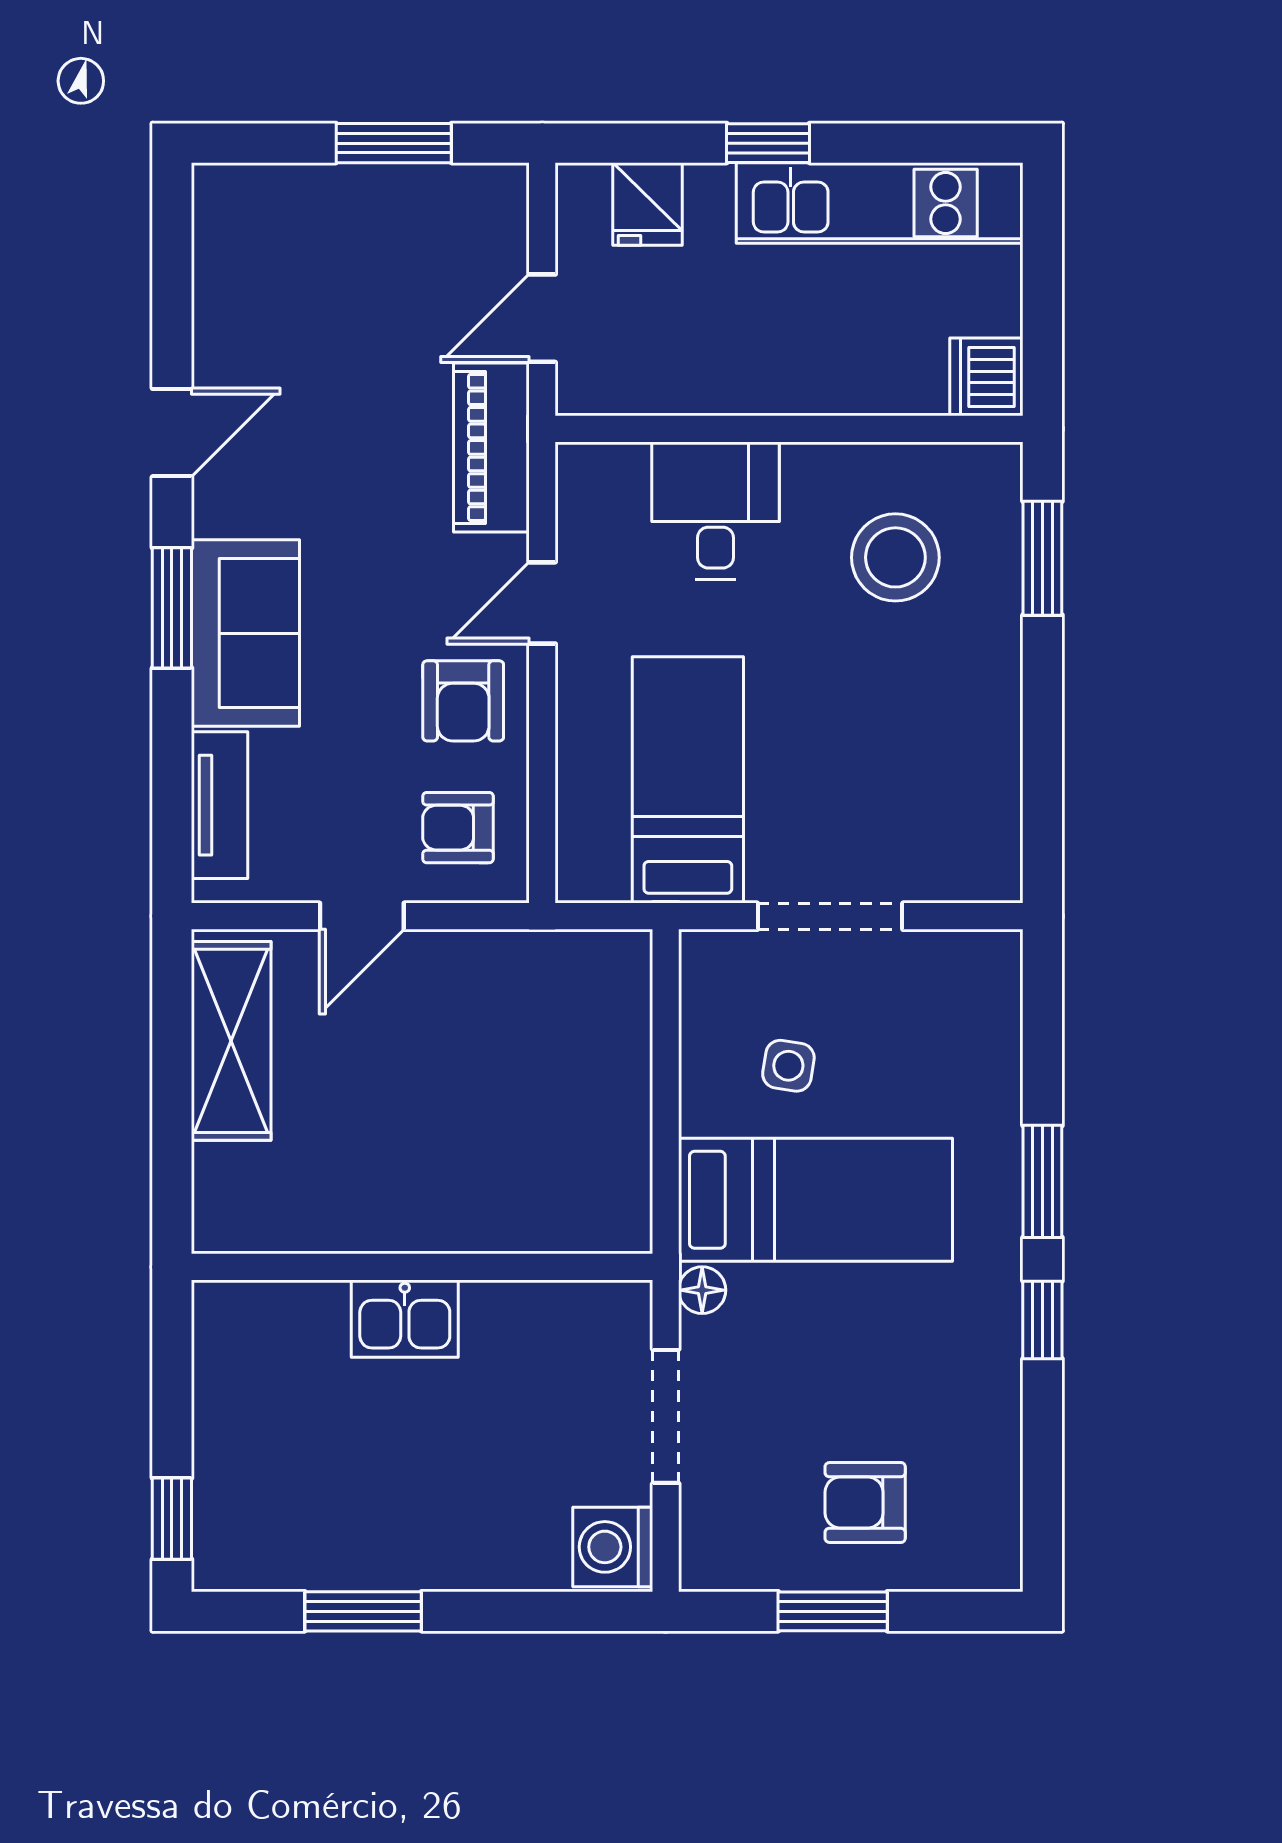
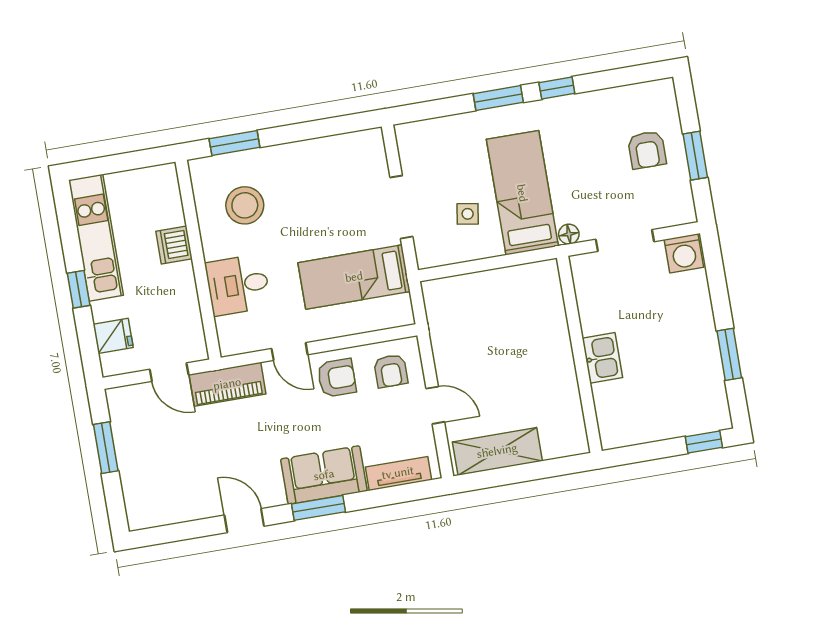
dishwasher: (986, 377) -> (174, 245), moved, turned 90

